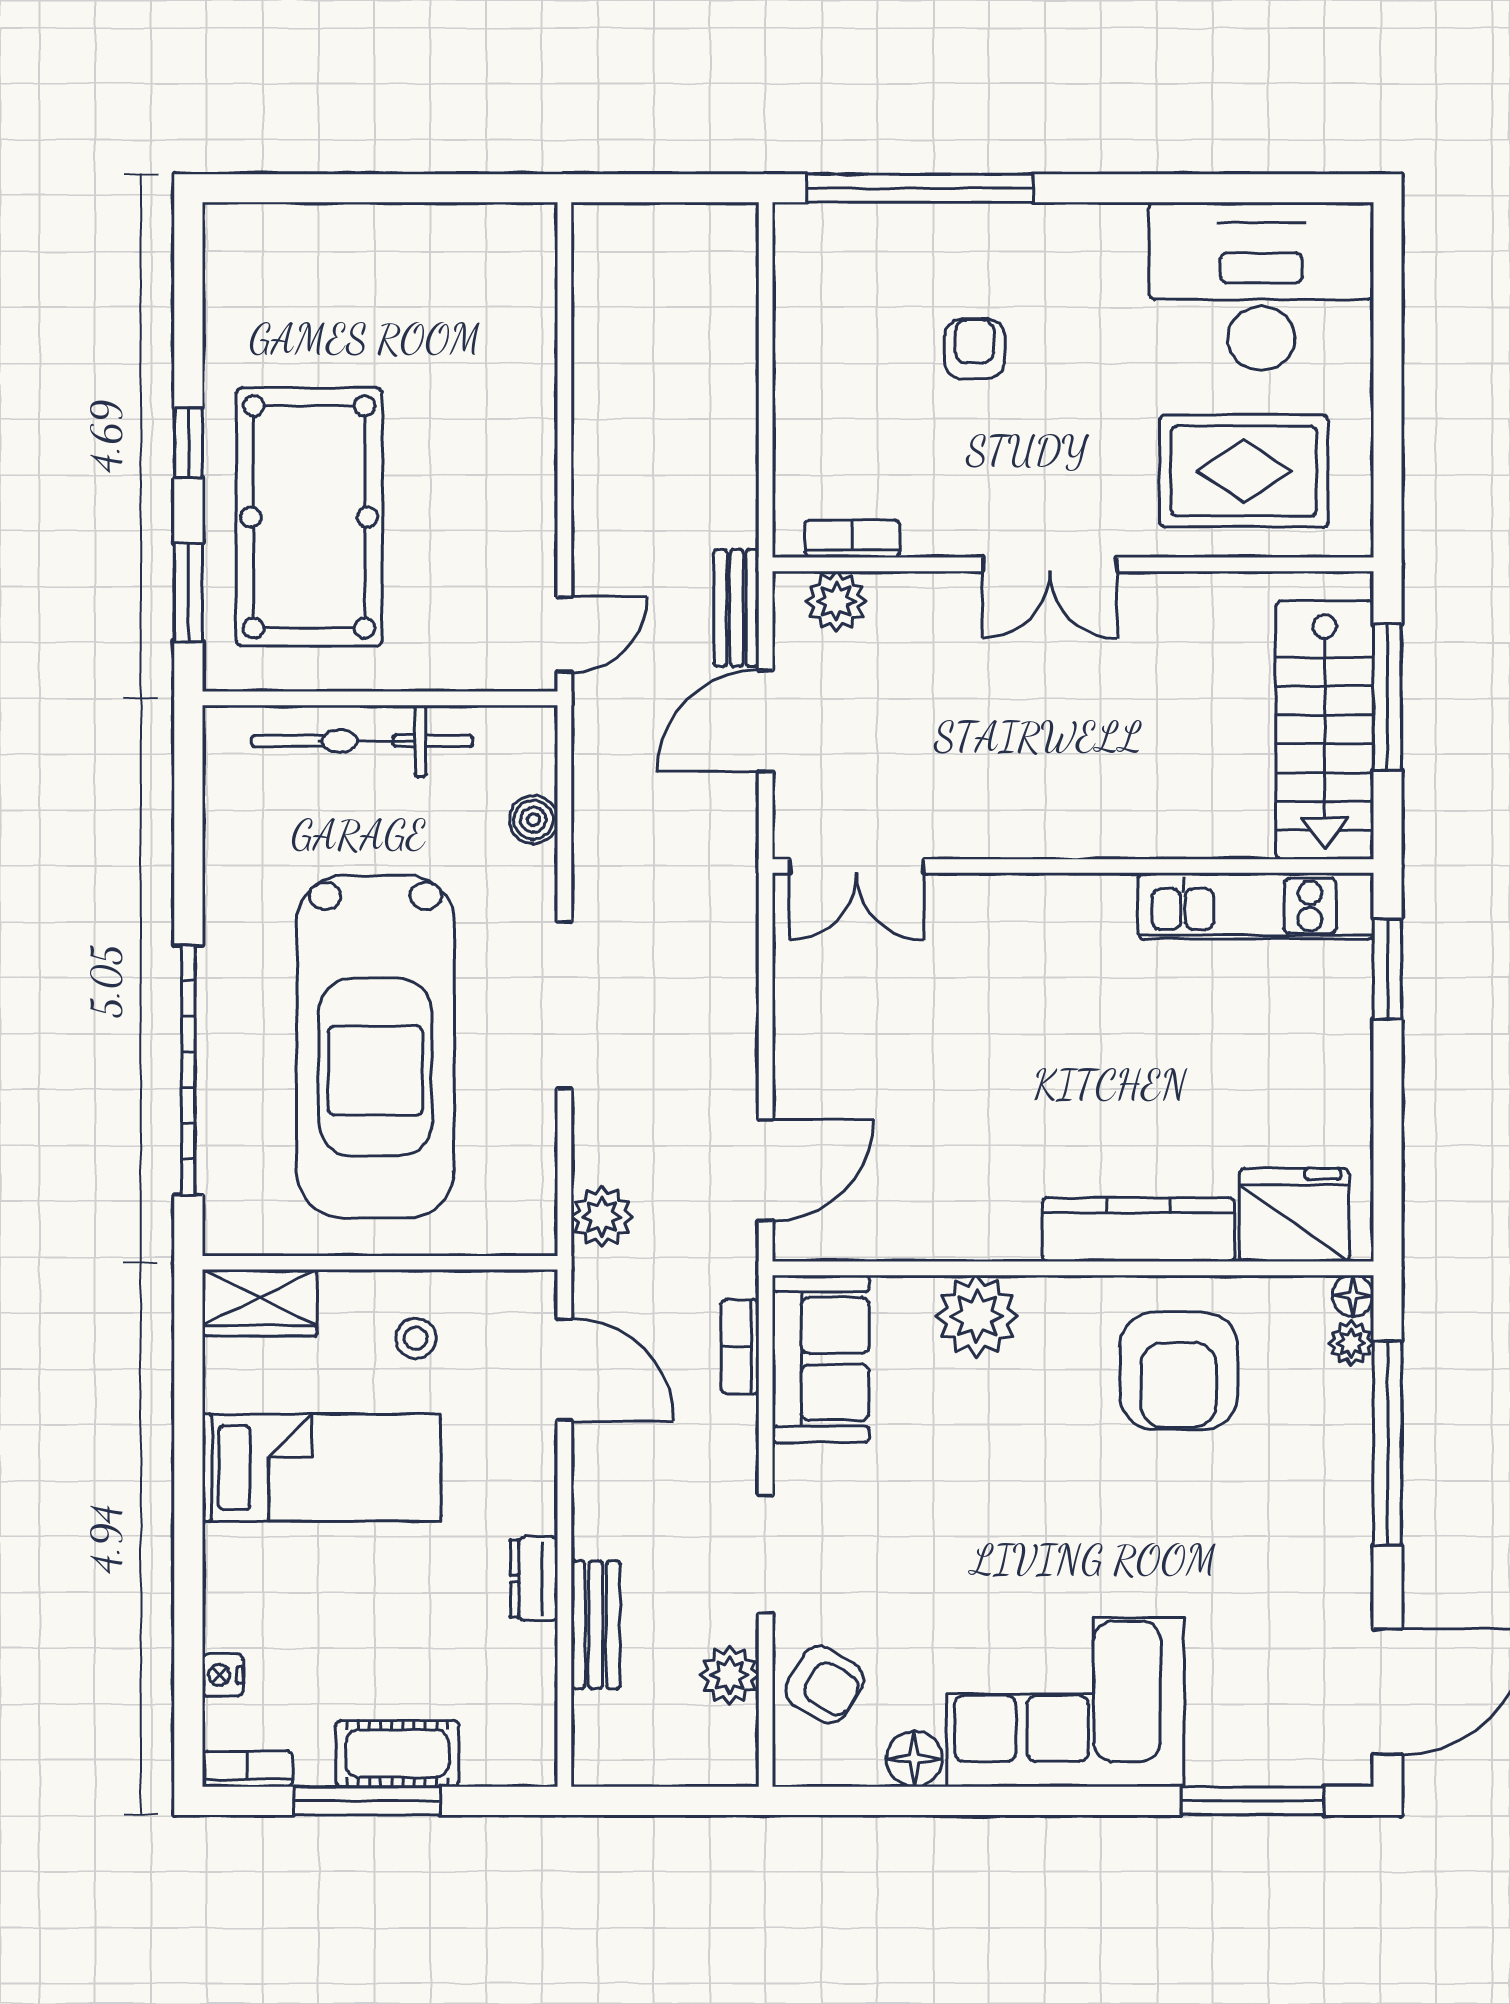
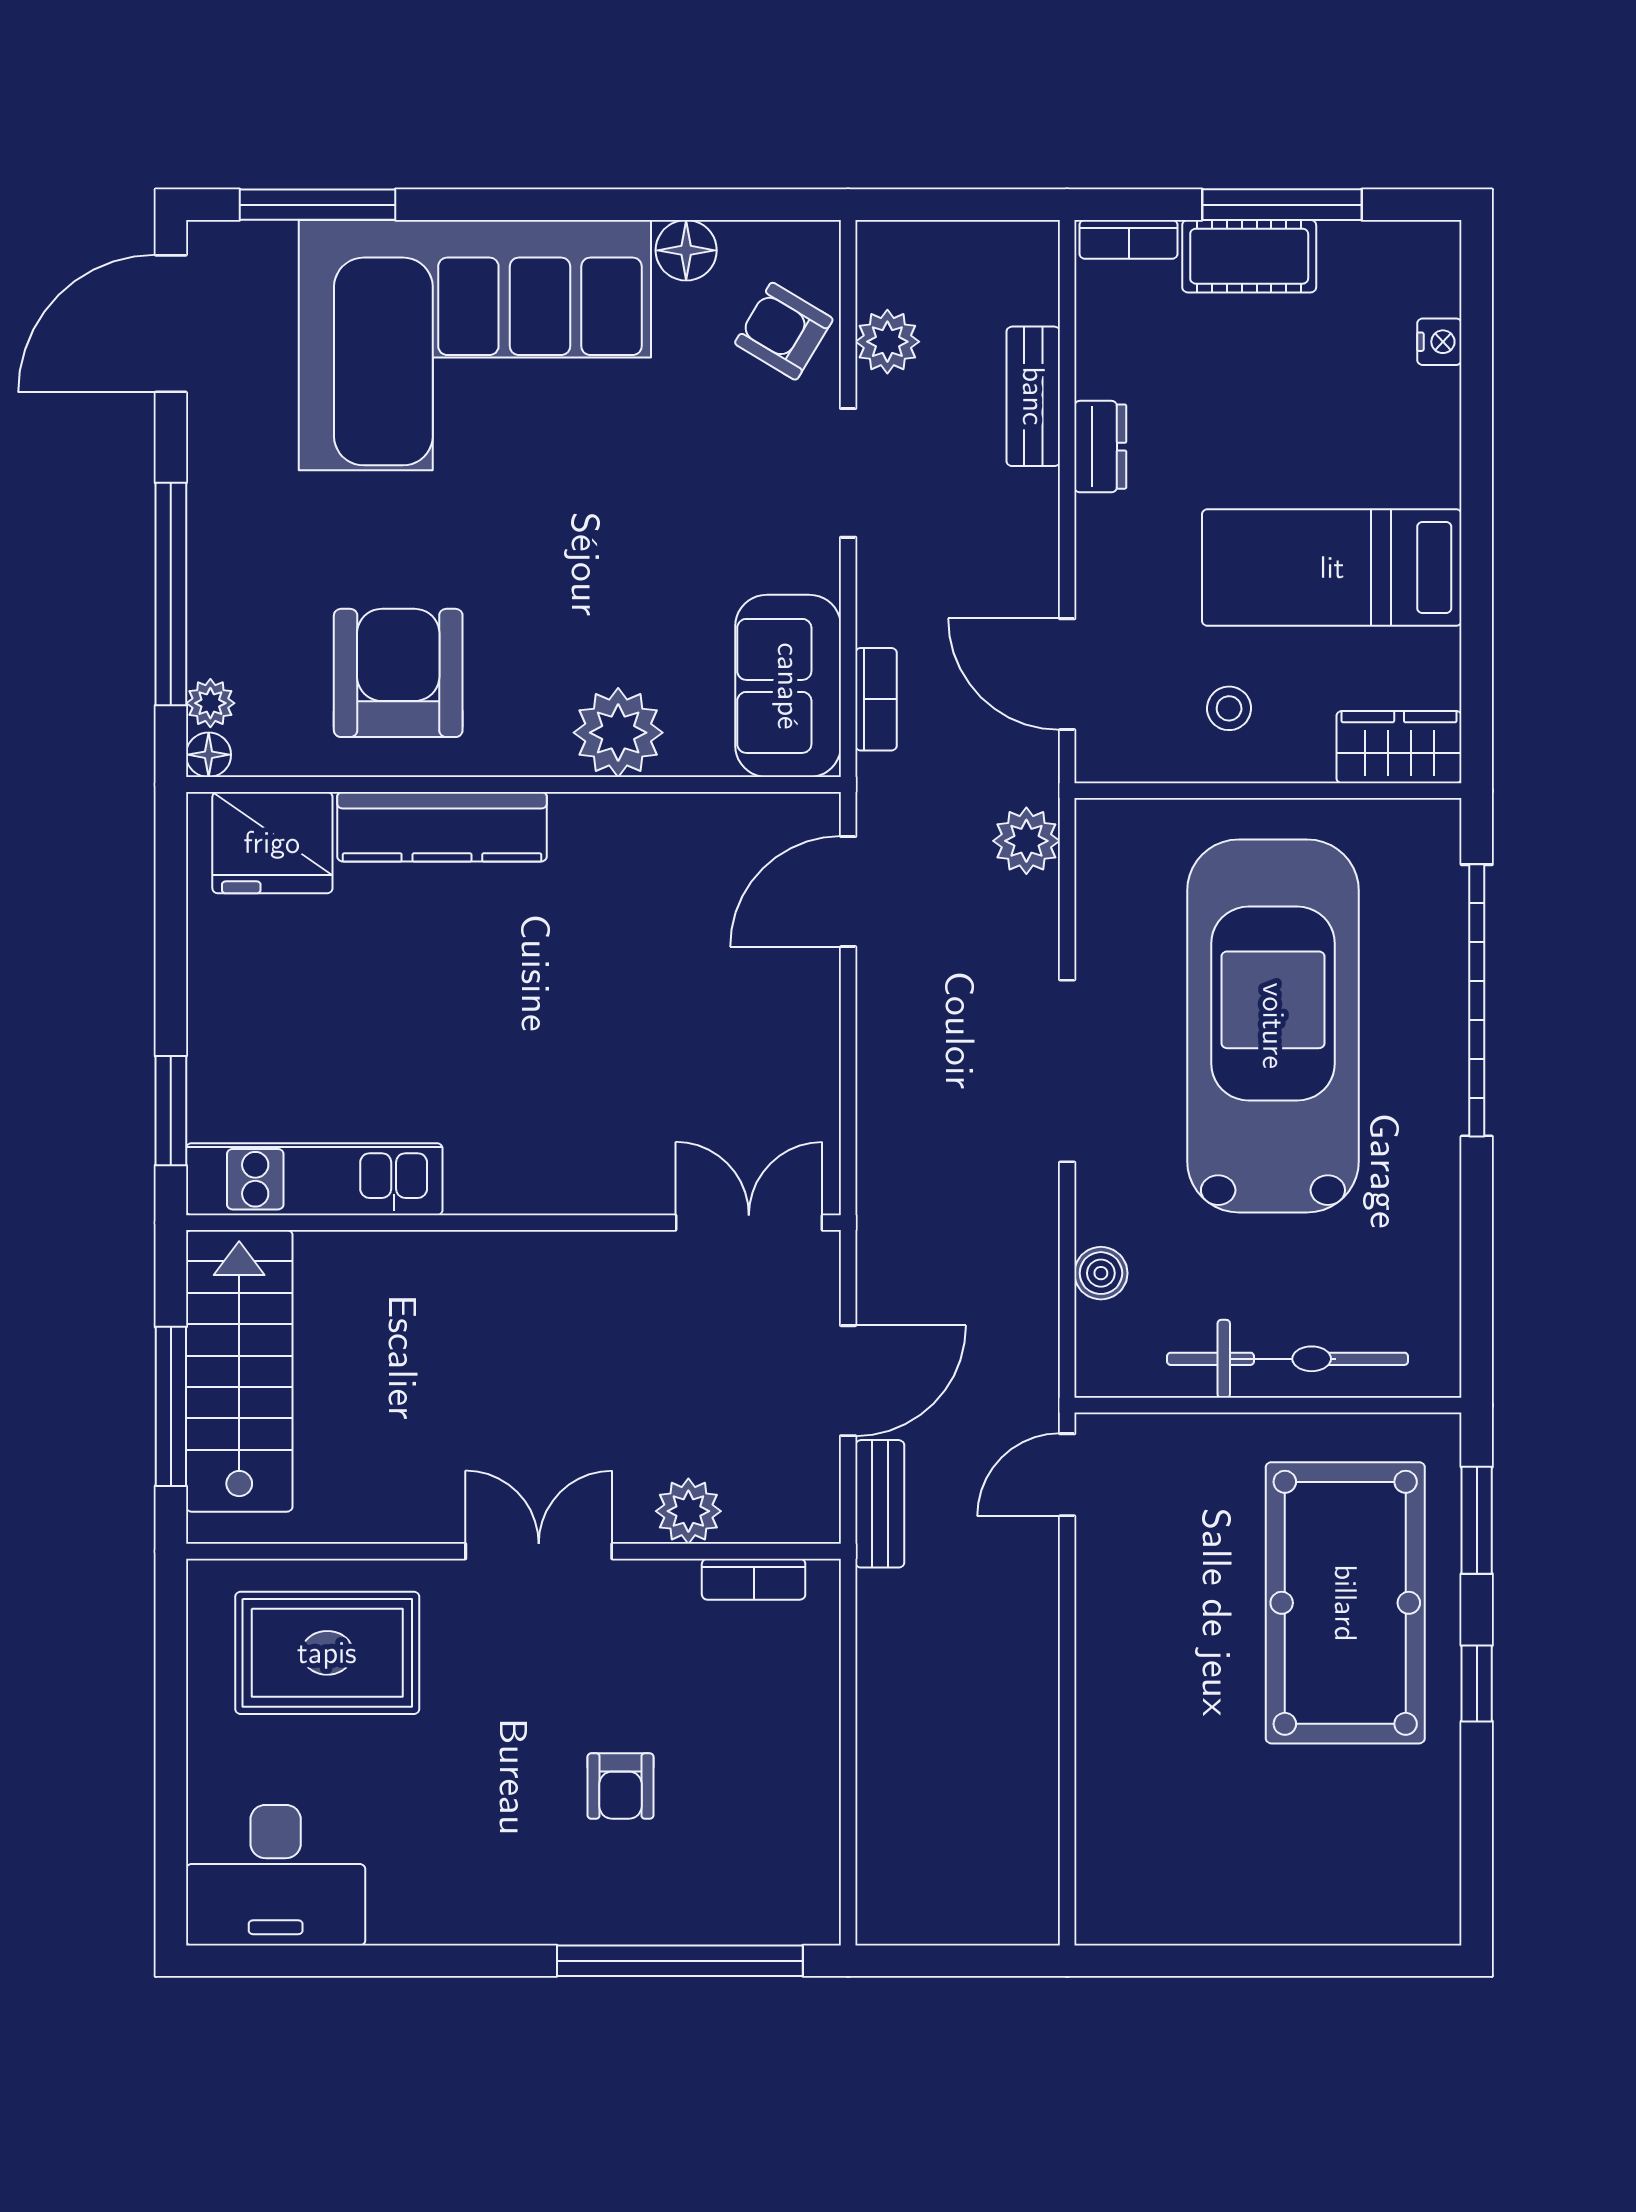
desk: (1261, 286) -> (276, 1875), width x0.73, depth x0.77
plant: (836, 601) -> (688, 1511), moved
corner sofa: (1065, 1702) -> (475, 345), width x1.36, depth x1.36
bookcase: (247, 1769) -> (1129, 239), moved

